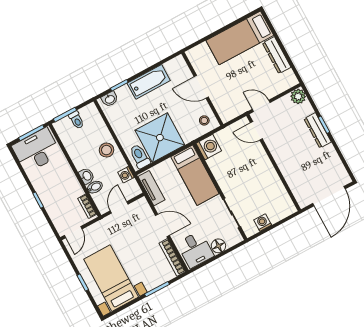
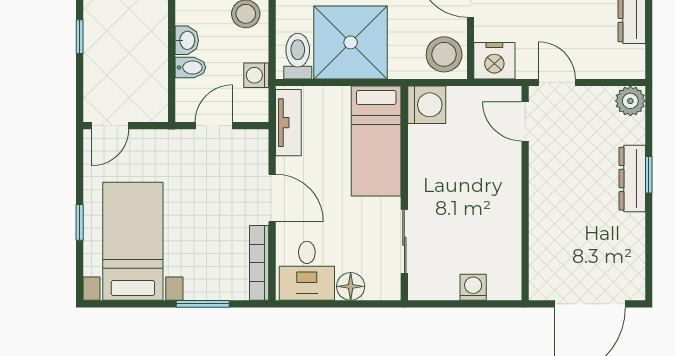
nightstand: (228, 111) -> (494, 61), added
stool: (204, 120) -> (444, 54), width x1.89, depth x1.89
bookcase: (87, 206) -> (159, 94), removed
washing machine: (263, 223) -> (473, 287), moved

